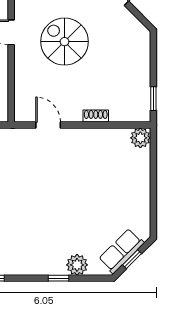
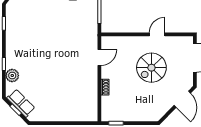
spiral stairs: (64, 42) -> (151, 68), turned 180
plant: (140, 138) -> (91, 115), removed

